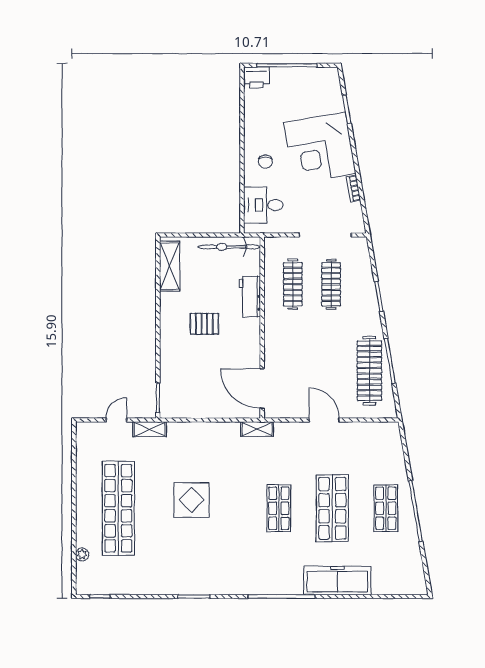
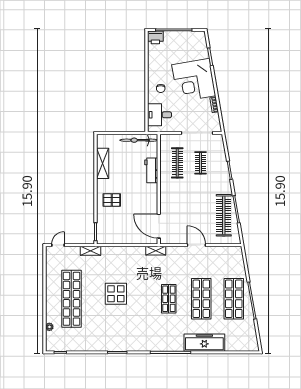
shelving: (170, 266) -> (103, 163), moved
clothes rail: (331, 284) -> (201, 163), width x0.73
pallet: (204, 324) -> (112, 200), moved
door: (116, 420) -> (58, 245), moved
shop shelf: (386, 508) -> (234, 299), width x1.43, depth x1.36

